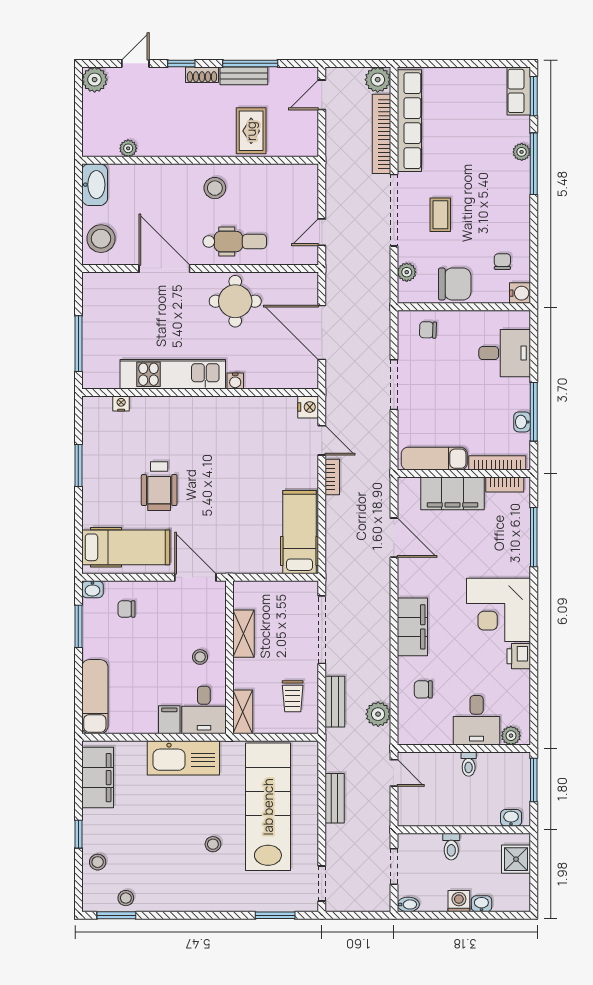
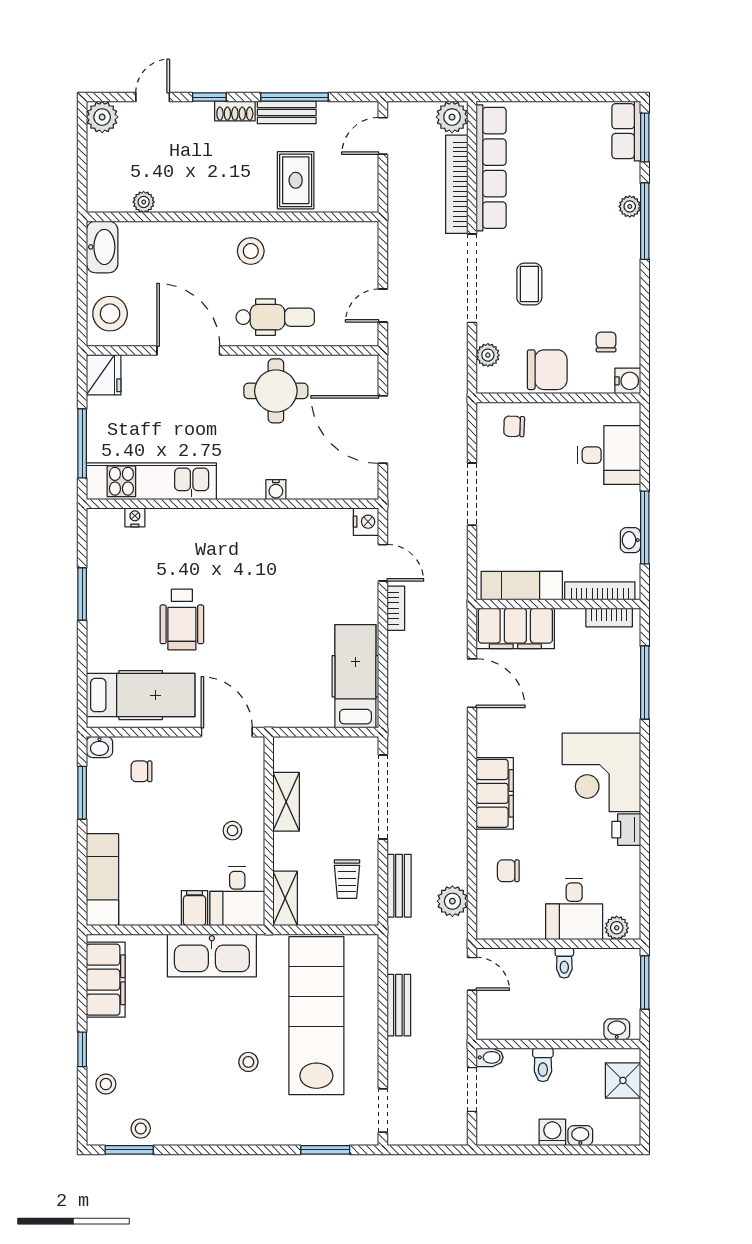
fridge: (96, 288) -> (104, 375), added
kitchen unit: (173, 374) -> (151, 481), moved
filing cabinet: (453, 493) -> (515, 628), moved
bidet: (408, 904) -> (490, 1057), moved

